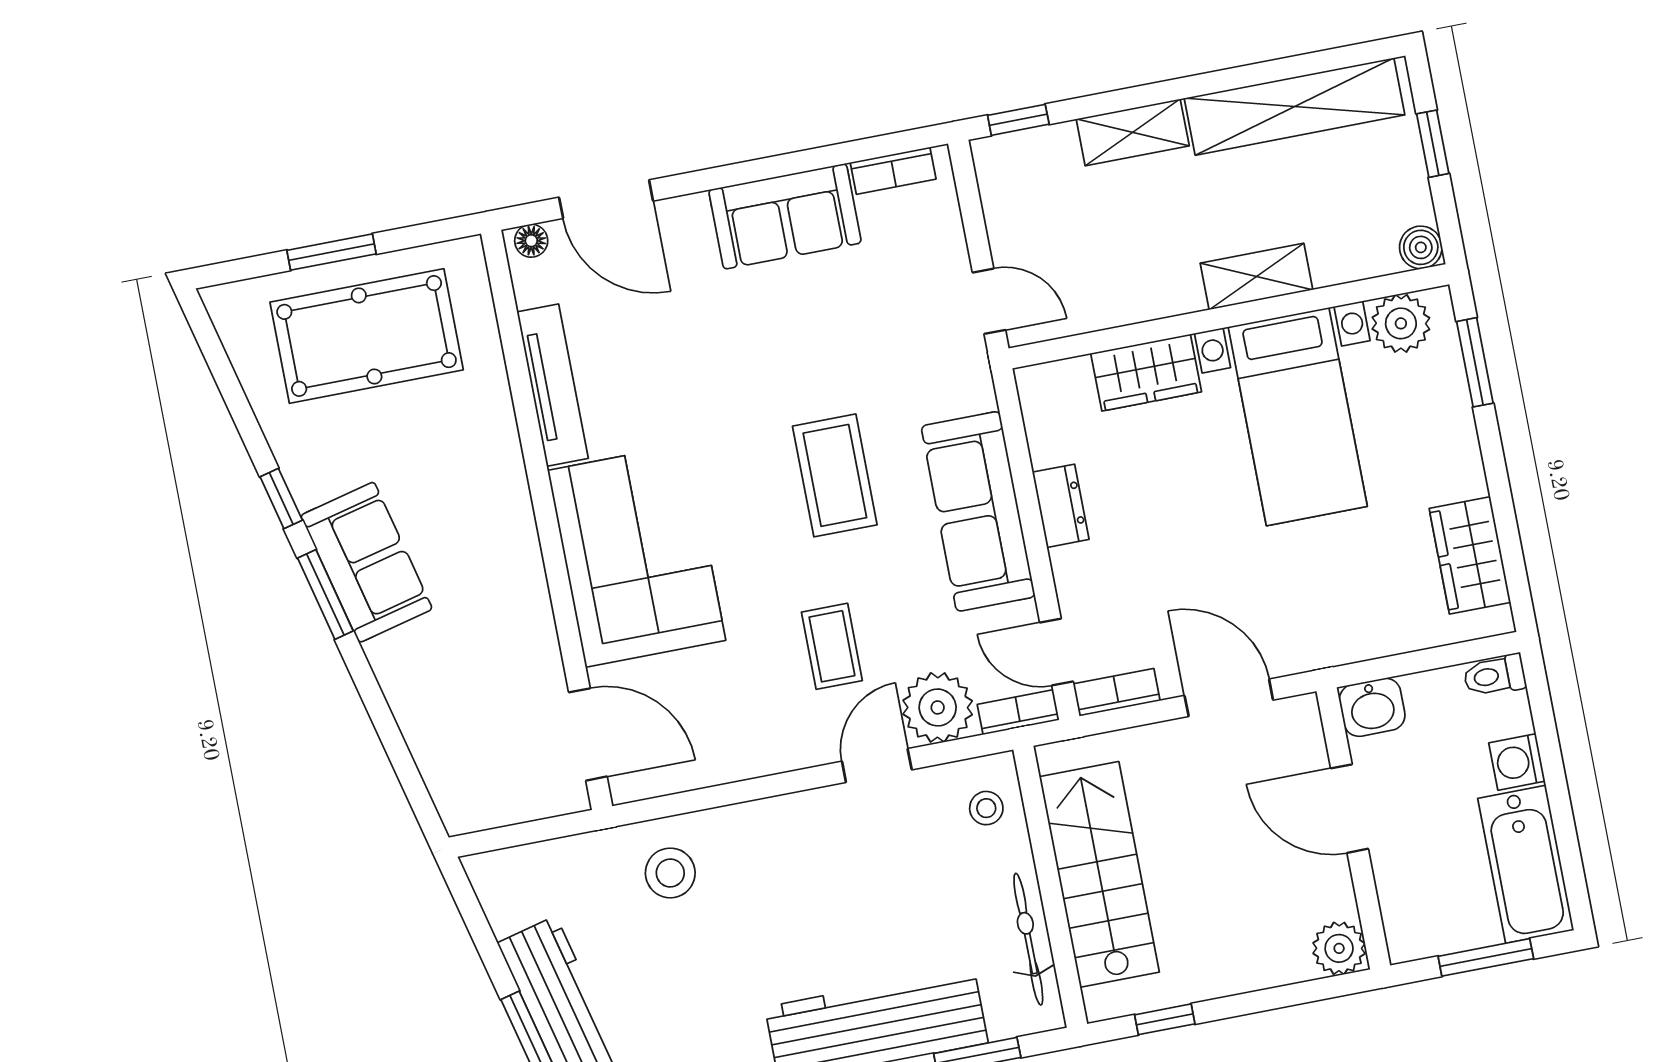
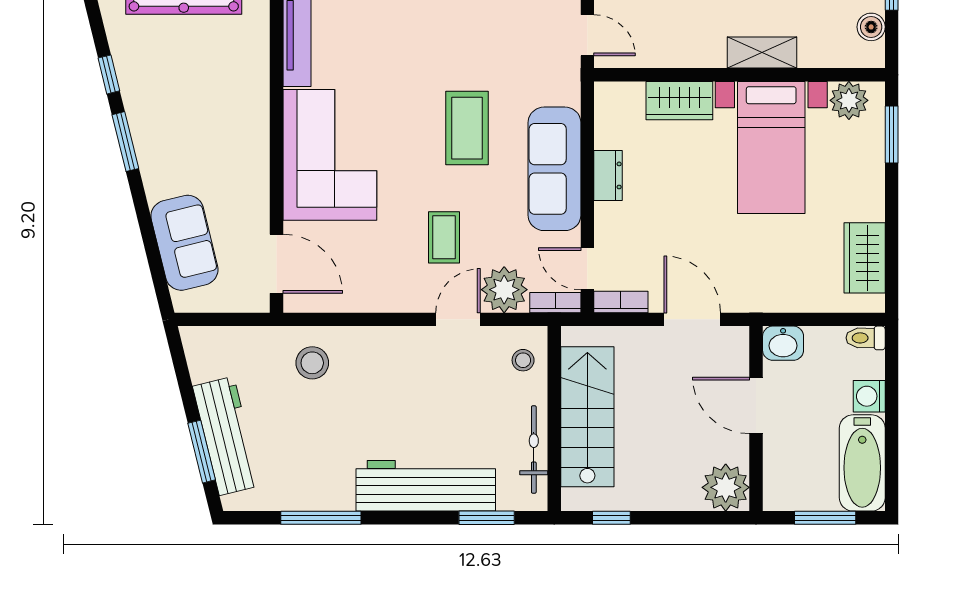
boiler: (1421, 247) -> (871, 27), moved
sofa: (366, 562) -> (184, 243), moved
plant: (1339, 948) -> (726, 487), width x1.36, depth x1.36

